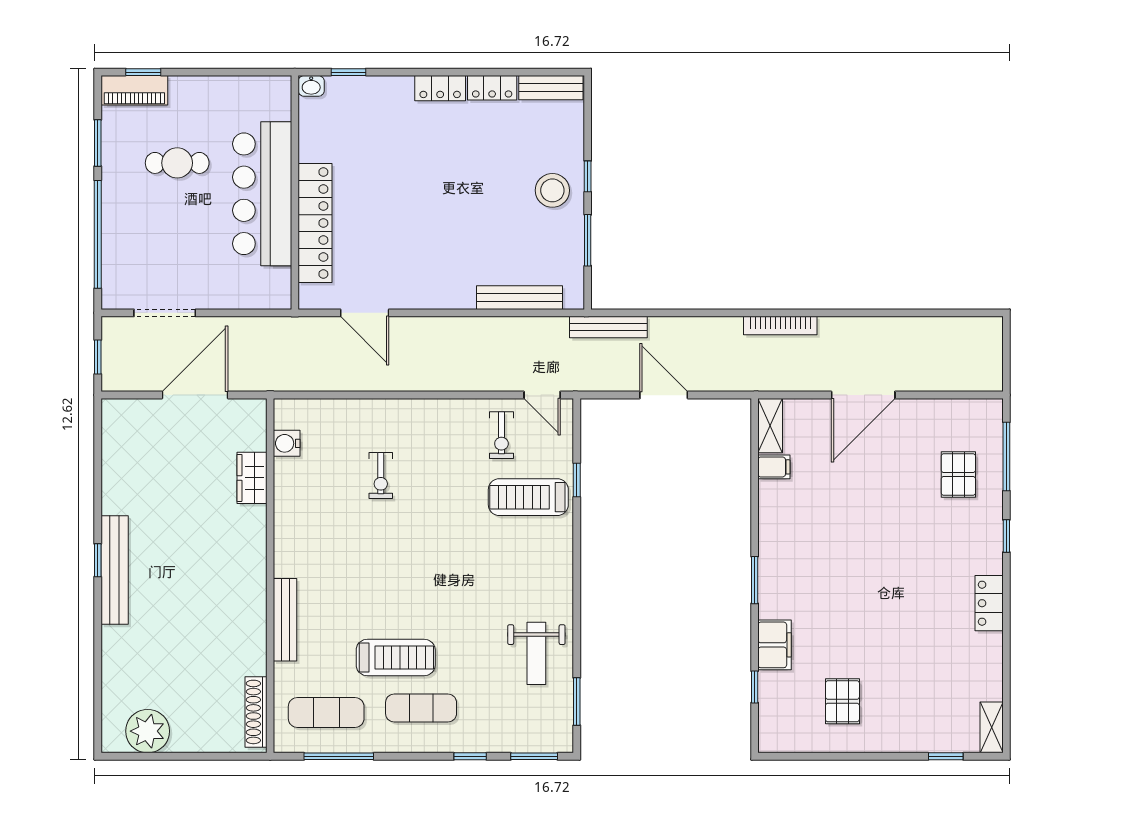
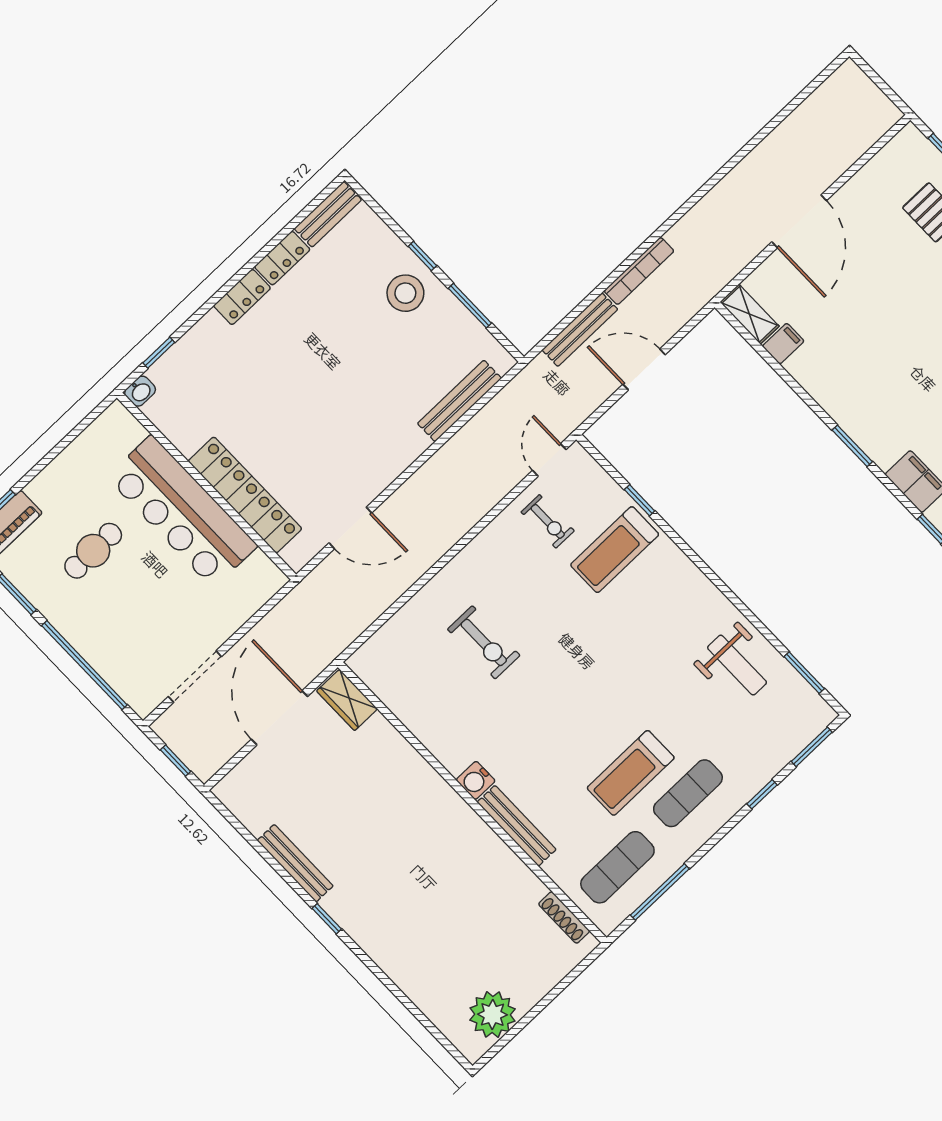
bookcase: (780, 326) -> (639, 271), moved
bench: (608, 327) -> (580, 330), moved
door: (542, 395) -> (549, 460), swing flipped
water cooler: (287, 443) -> (476, 780), moved
exercise bike: (381, 475) -> (484, 642), width x1.38, depth x1.39
wardrobe: (252, 478) -> (347, 700), moved
bench: (115, 570) -> (295, 863), moved, width x0.73, depth x0.82
treadmill: (396, 658) -> (631, 773), turned 180
shoe rack: (256, 712) -> (564, 918), width x0.74, depth x0.81

